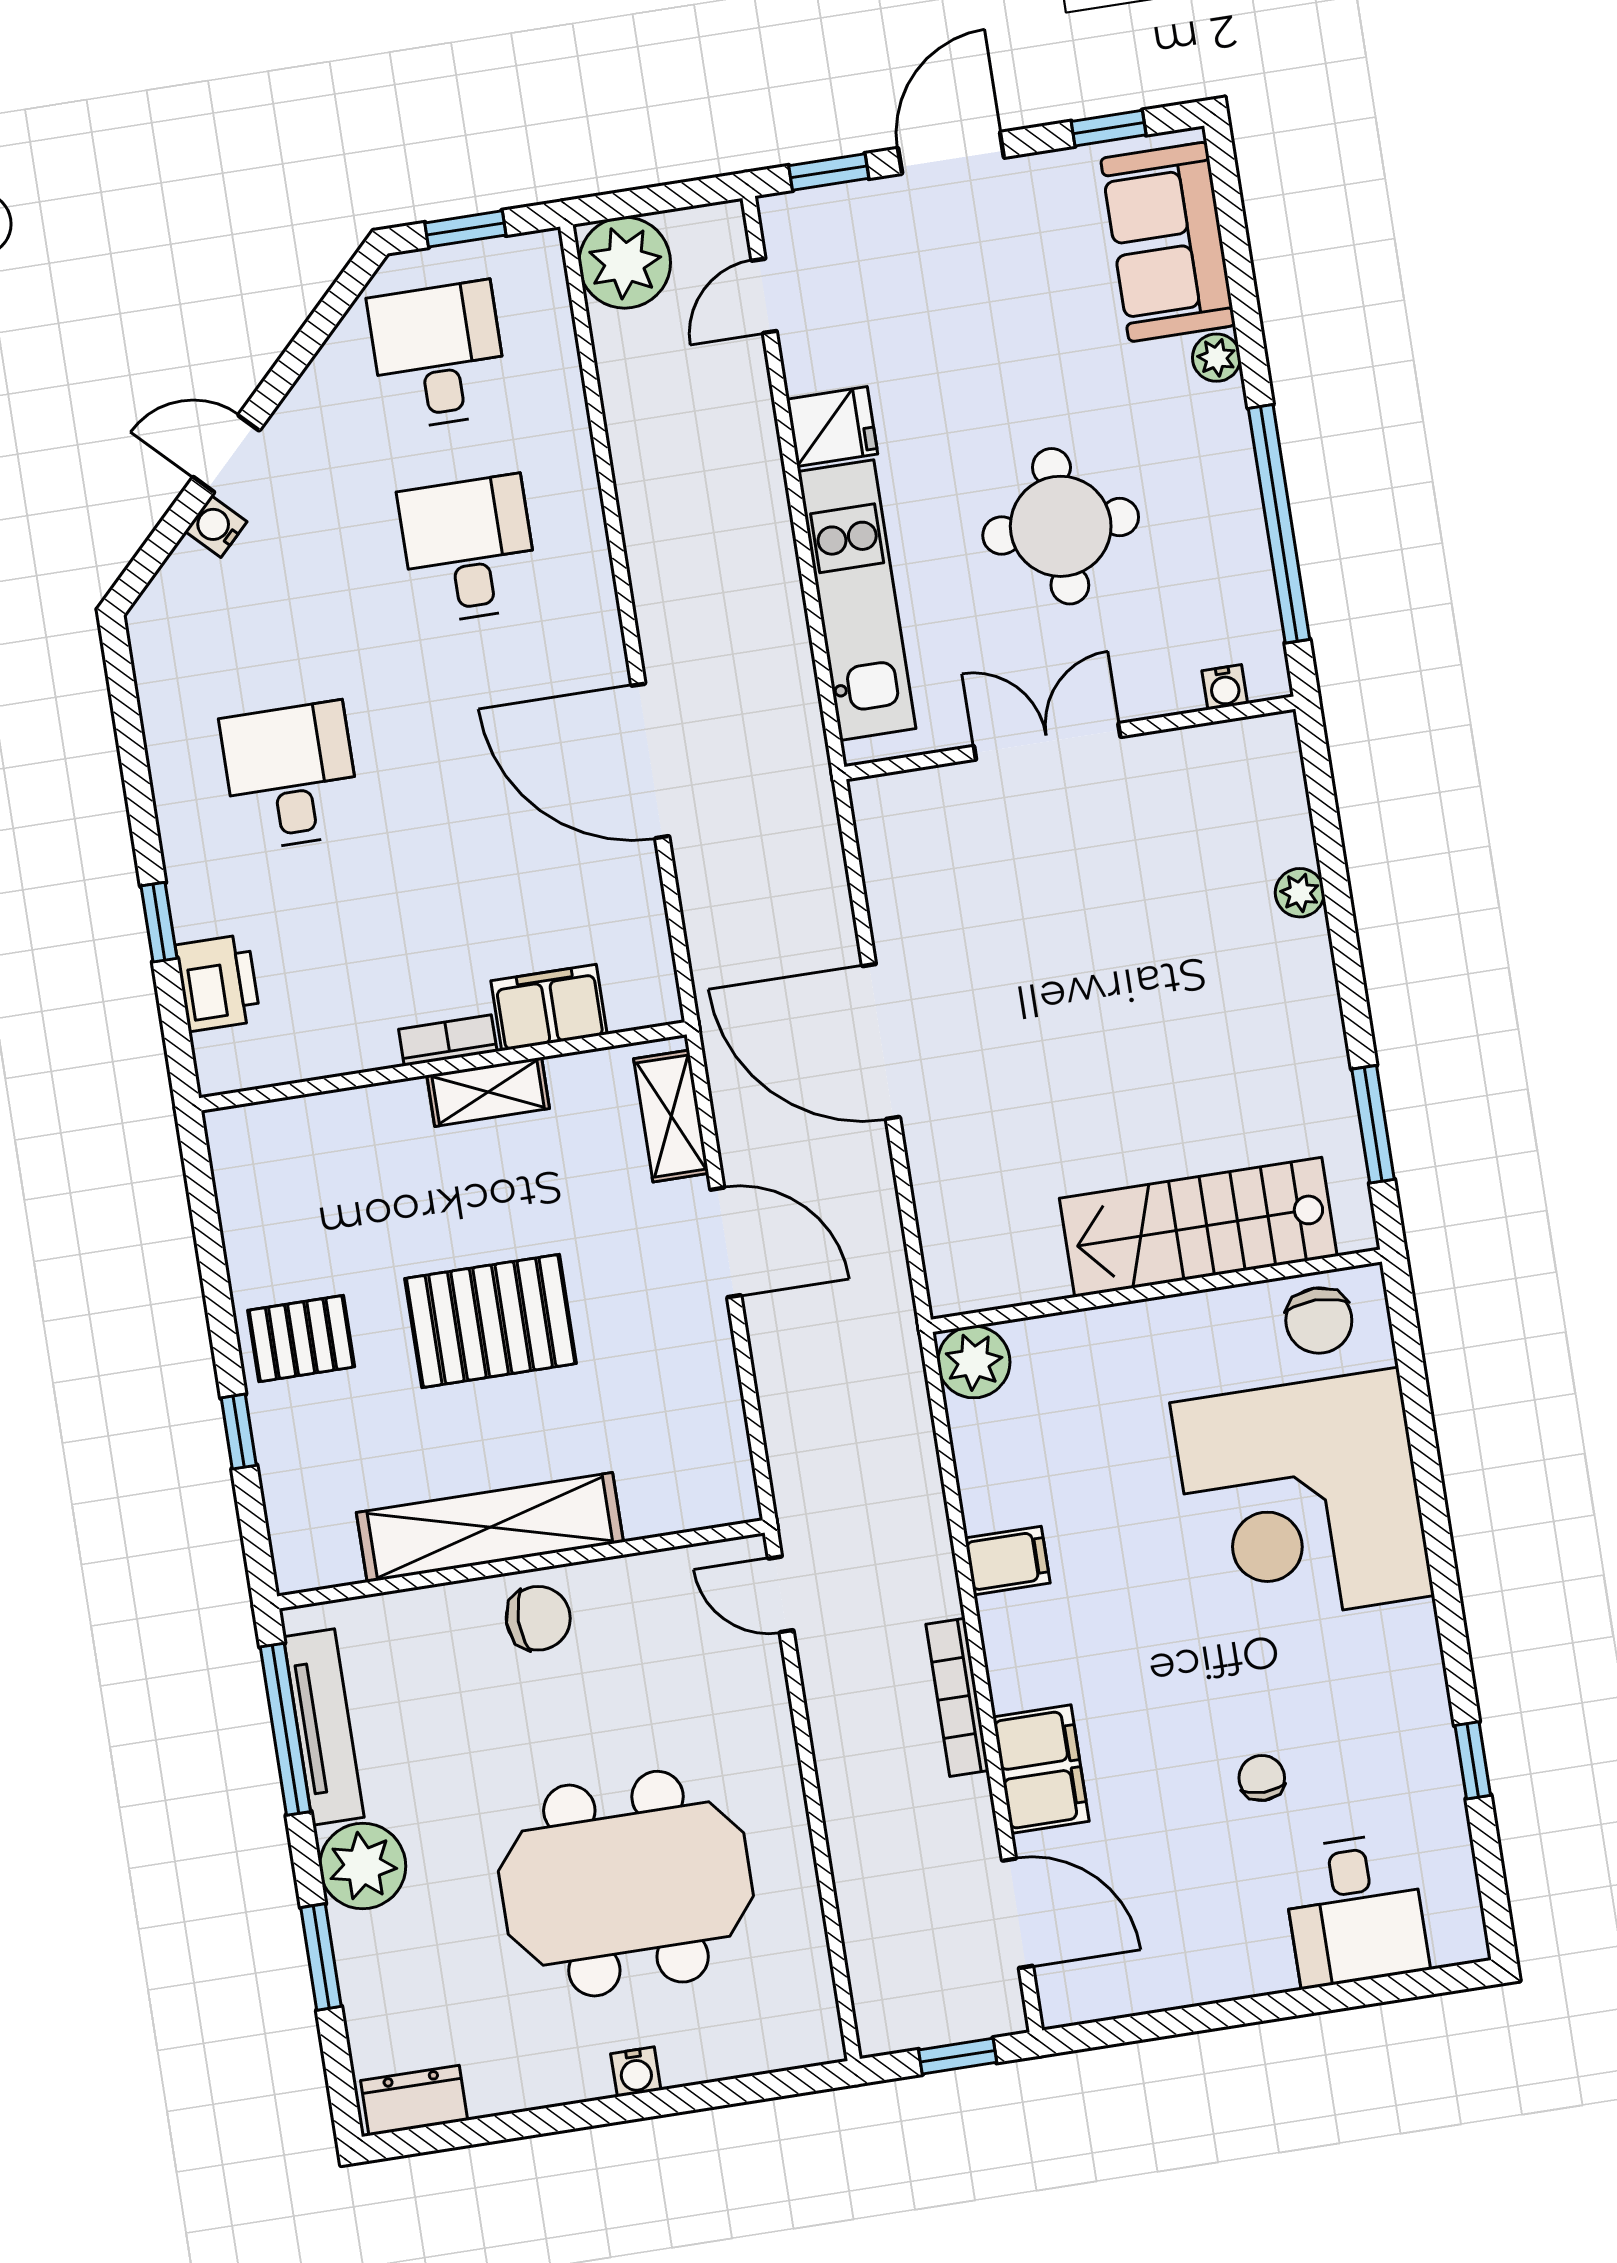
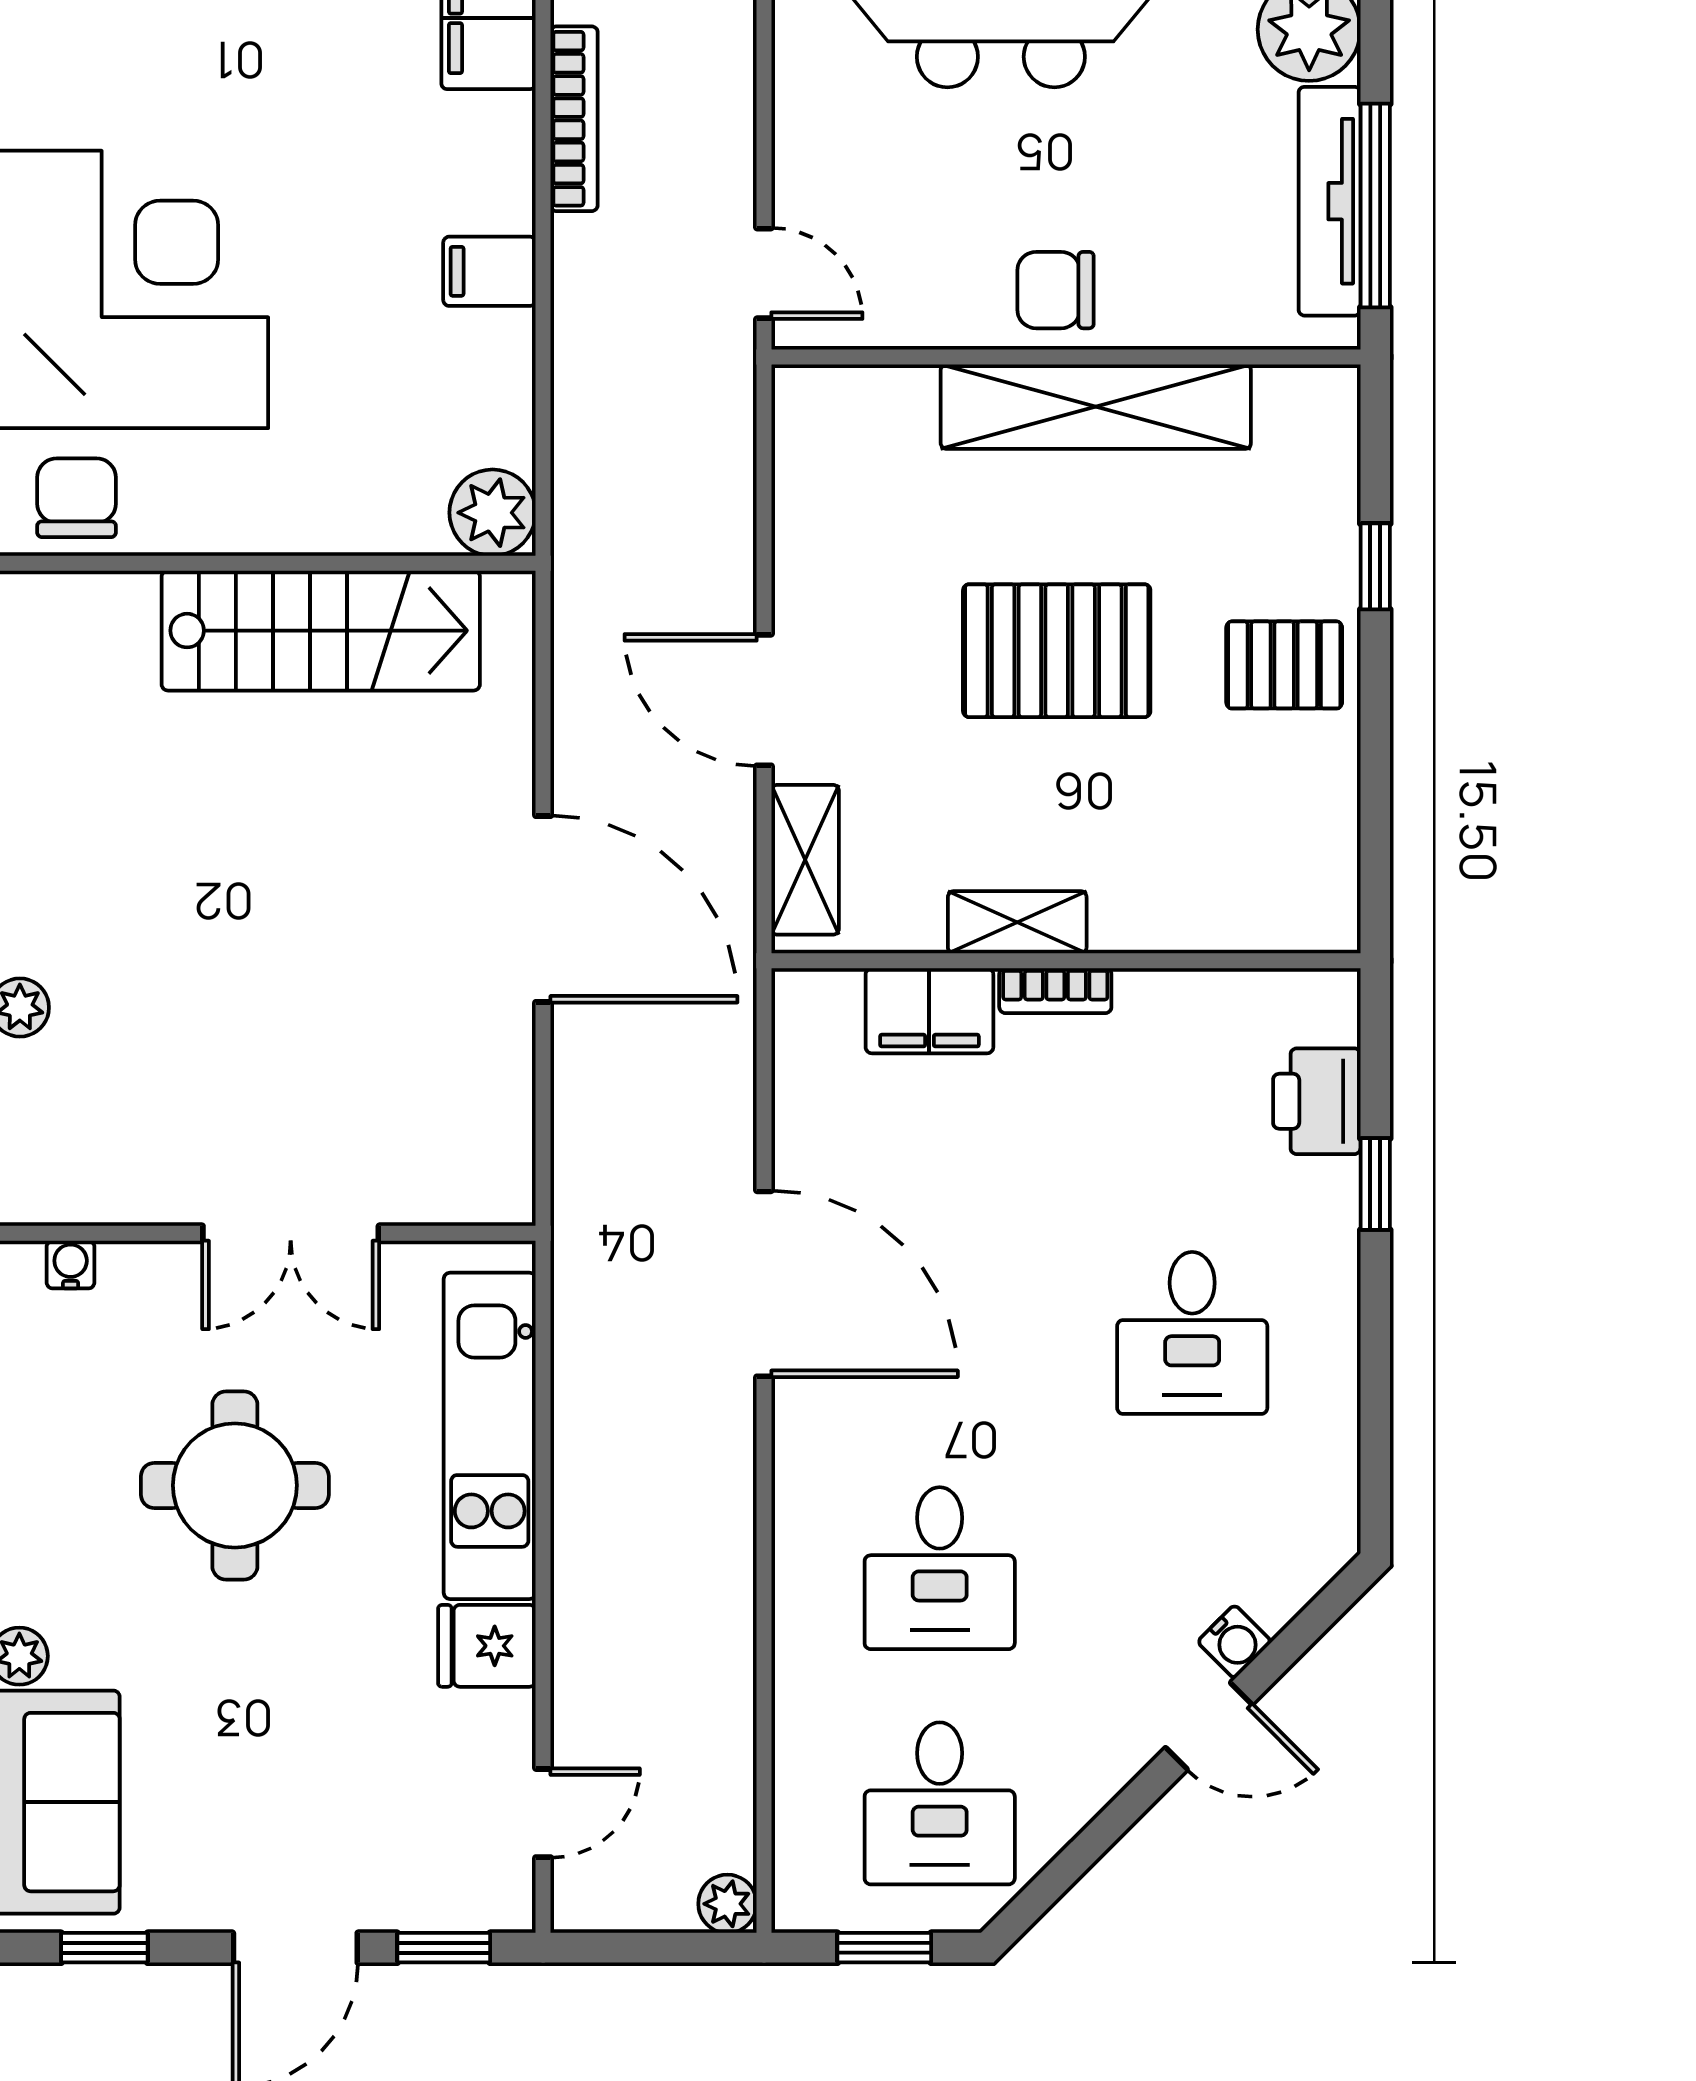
plant: (625, 263) -> (727, 1904), width x0.53, depth x0.53
stairs: (1198, 1227) -> (321, 631), moved

